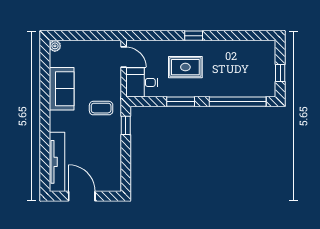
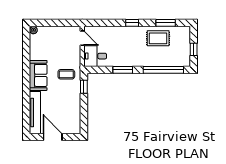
window: (241, 36) -> (166, 23), added
rug: (185, 67) -> (158, 38), moved
sofa: (62, 89) -> (38, 75), moved

